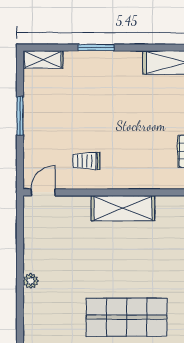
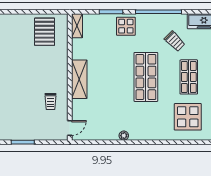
door: (43, 192) -> (70, 128), swing flipped

